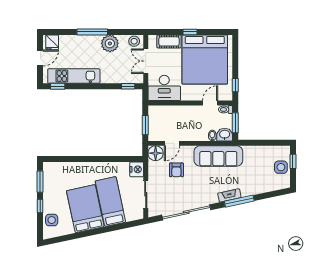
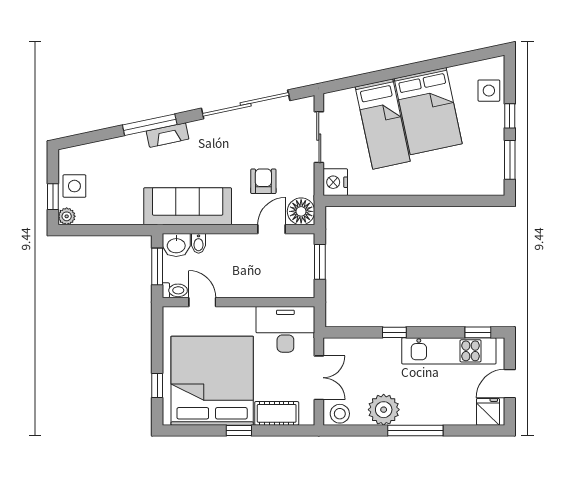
window: (235, 85) -> (157, 385), moved
window: (128, 86) -> (394, 332), moved
door: (210, 103) -> (202, 302), swing flipped
plant: (285, 150) -> (67, 216), added

